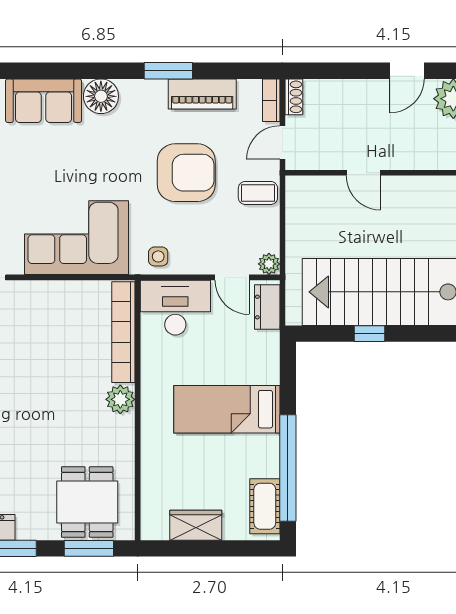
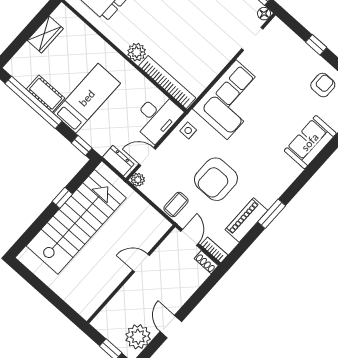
floor lamp: (101, 96) -> (288, 171), removed
window: (288, 366) -> (82, 145), added
cot: (265, 506) -> (46, 94), moved

